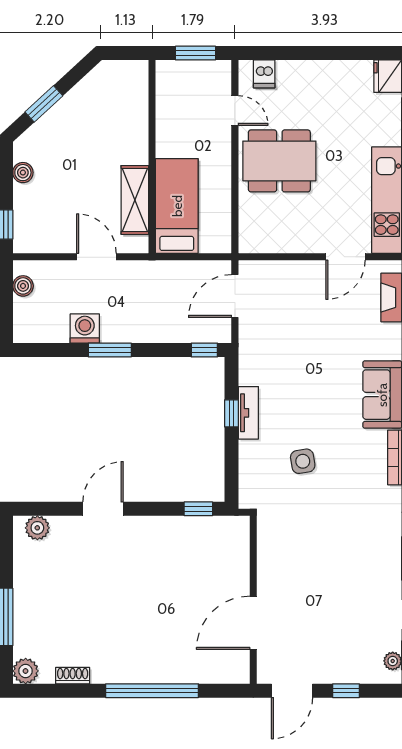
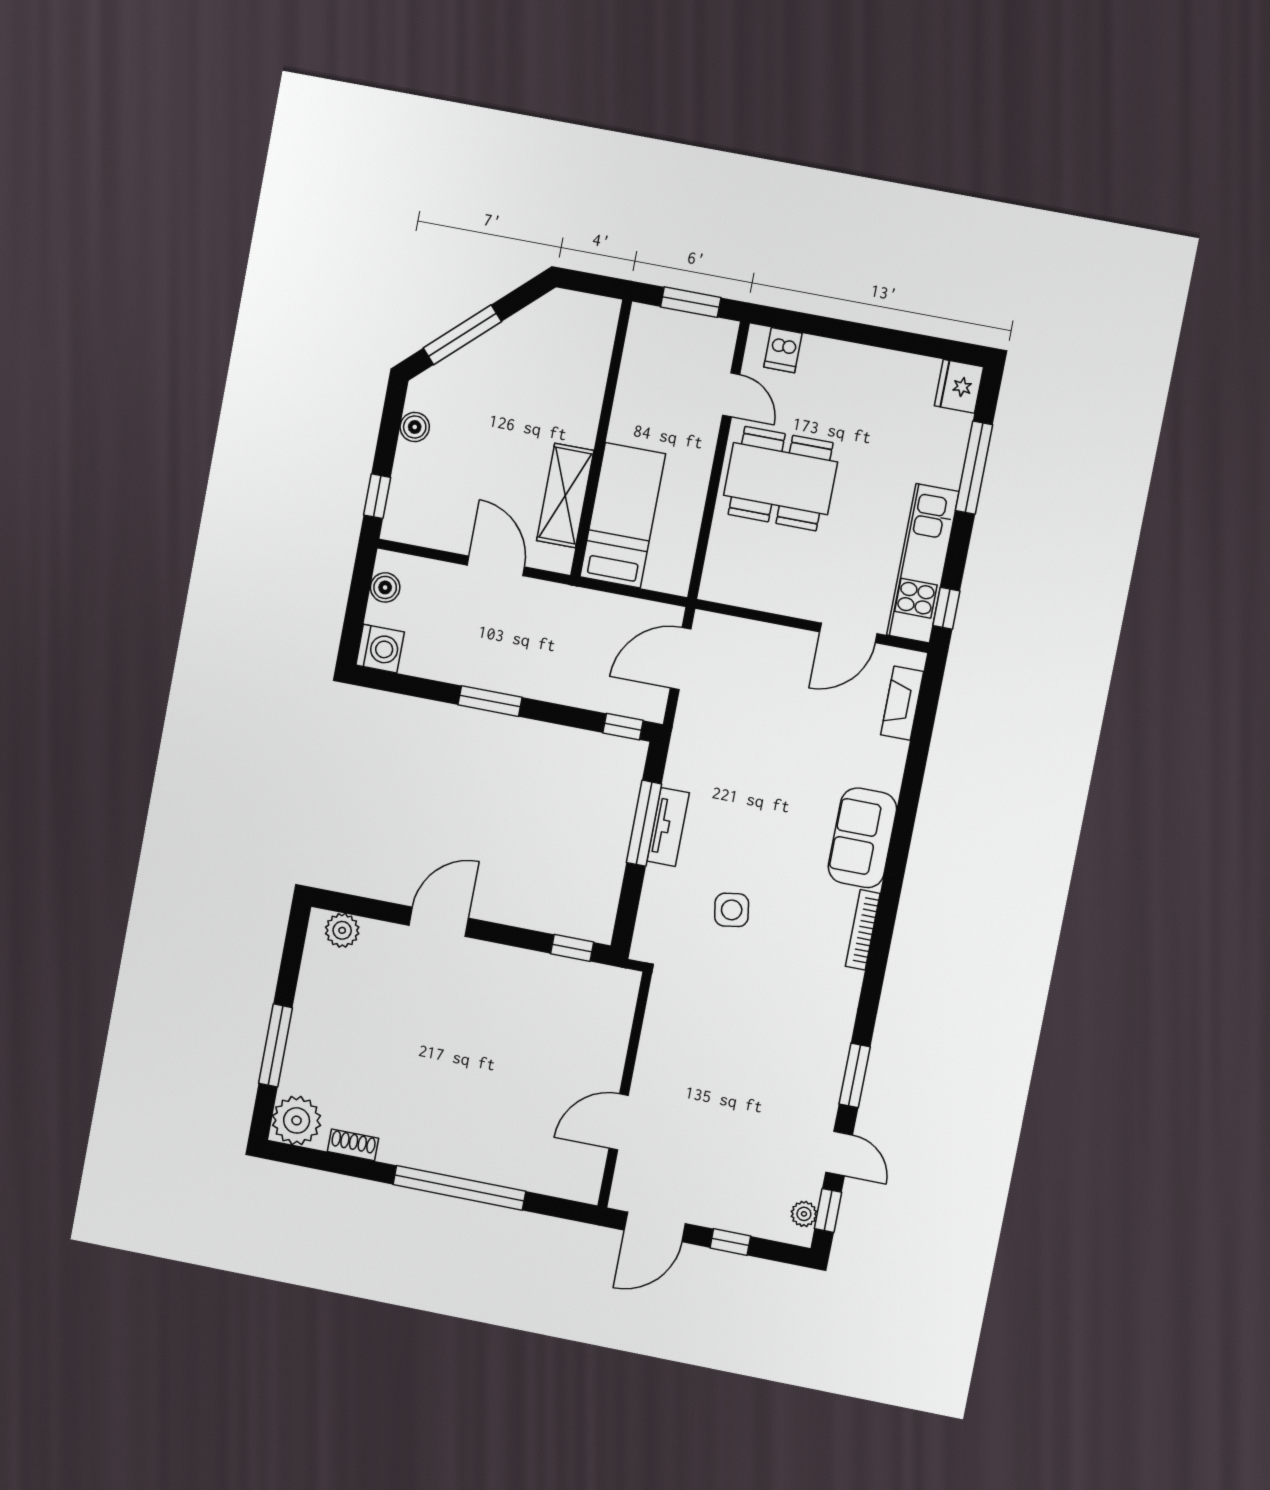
window: (44, 104) -> (462, 335), width x1.44
washing machine: (85, 329) -> (380, 649), moved, turned 90
window: (231, 413) -> (644, 823), width x2.17
door: (253, 623) -> (619, 1122), width x0.73
plant: (26, 671) -> (297, 1120), width x1.36, depth x1.36

